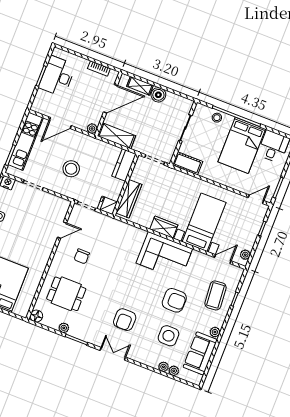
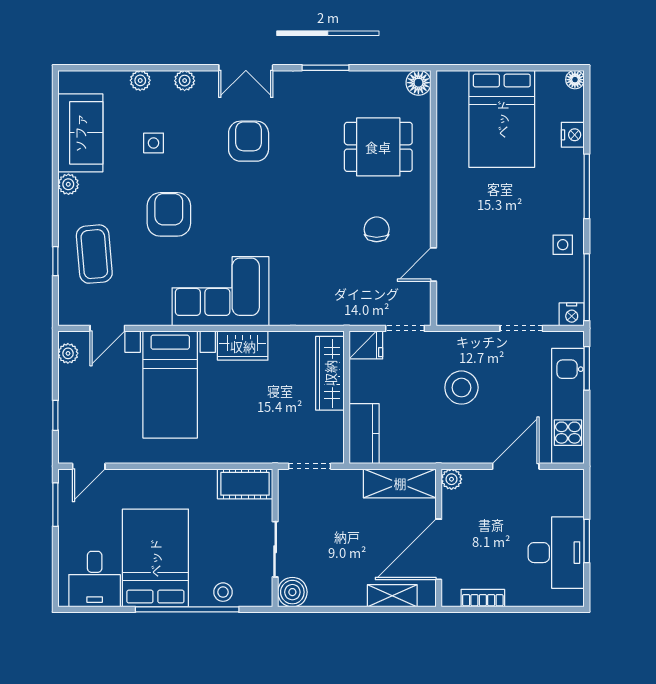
boiler: (158, 95) -> (292, 592), moved
armchair: (174, 300) -> (169, 214), turned 90
plant: (64, 328) -> (358, 81), removed
side table: (168, 336) -> (154, 143), width x0.54, depth x0.54
plant: (174, 371) -> (185, 81), moved

